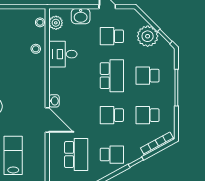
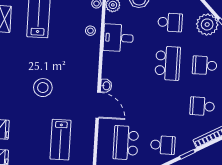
school desk: (112, 36) -> (170, 22), turned 180
school desk: (112, 115) -> (165, 104), removed
lab bench: (13, 155) -> (61, 140), turned 180
school desk: (76, 155) -> (126, 143), turned 180

